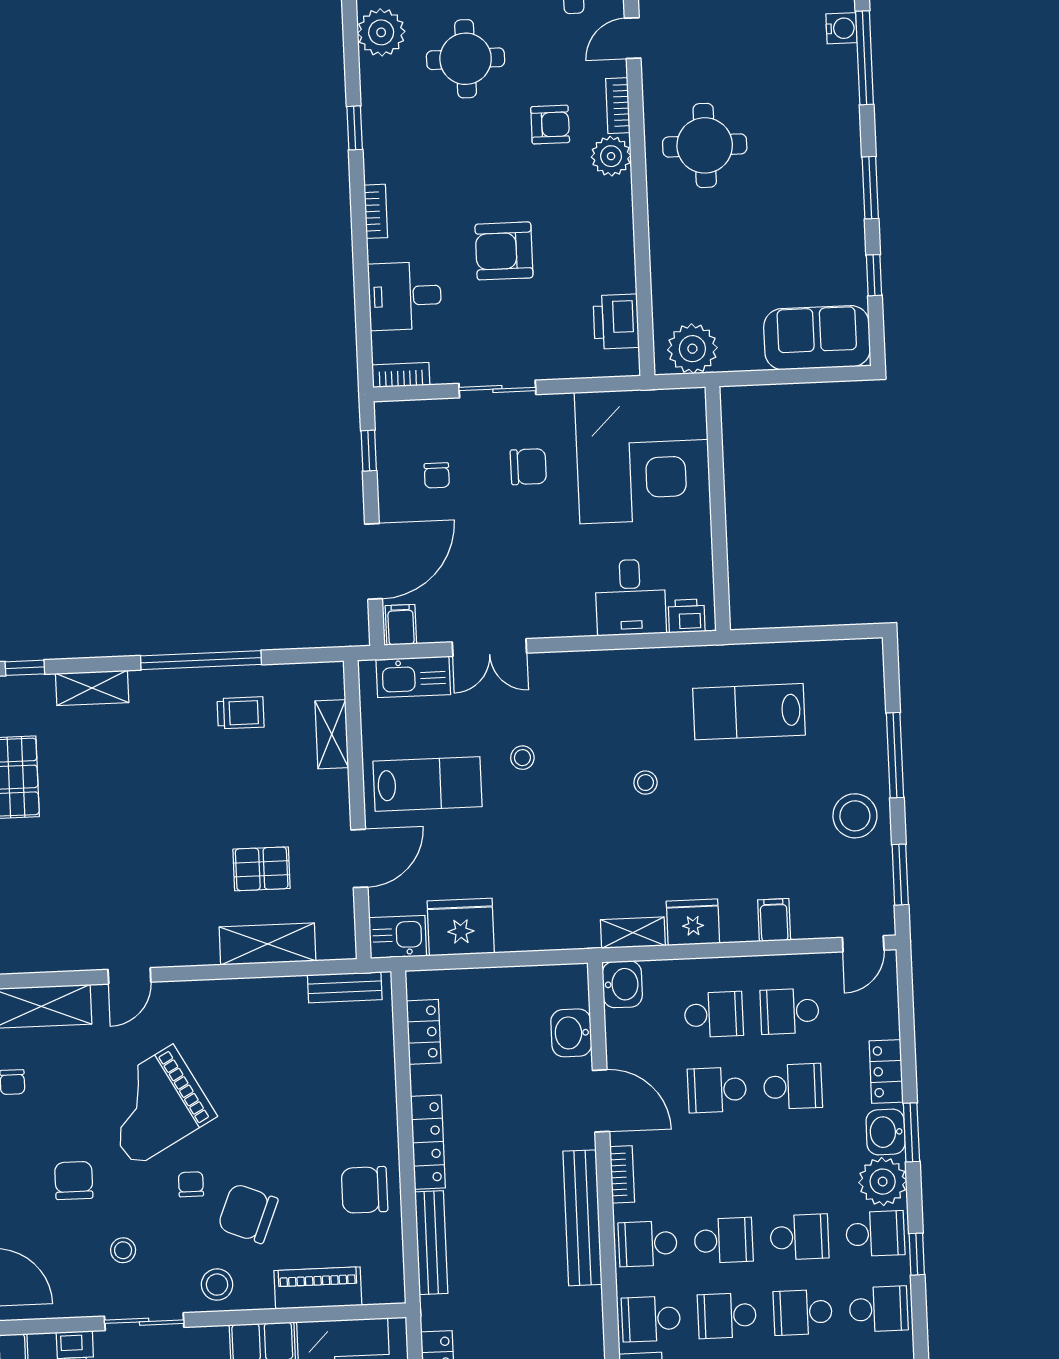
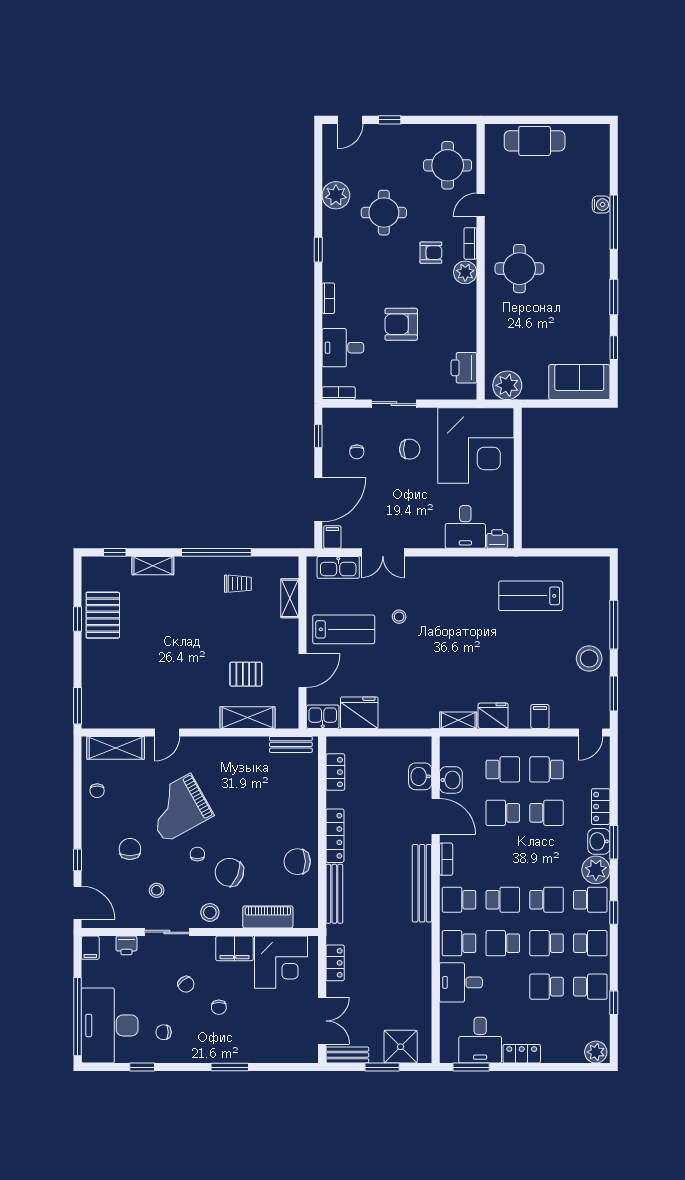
stool: (646, 783) -> (469, 634), removed
washbasin: (622, 984) -> (451, 780), moved

